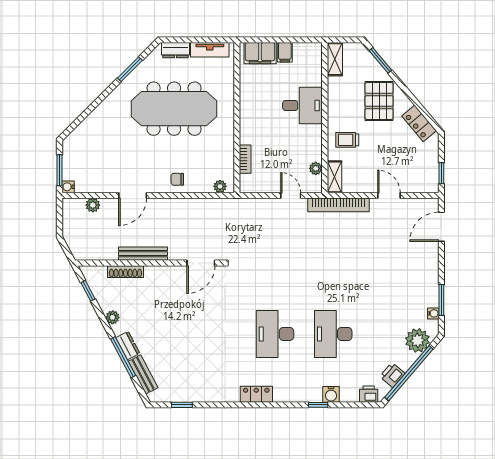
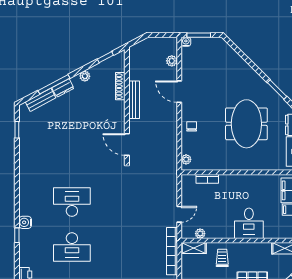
meeting table: (174, 109) -> (246, 124), width x0.73
desk: (333, 334) -> (72, 247), turned 180
locker: (256, 394) -> (25, 187), removed
water cooler: (331, 394) -> (25, 222), moved

